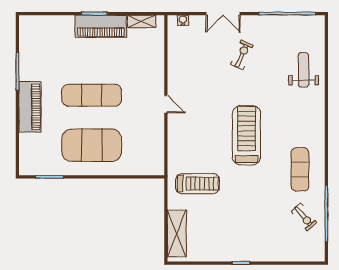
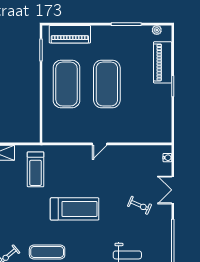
shelving: (142, 21) -> (166, 124), removed
piano: (101, 26) -> (163, 62), moved
plant: (25, 33) -> (157, 30), added
exercise mat: (92, 95) -> (107, 84), width x1.47
piano: (30, 107) -> (70, 34), moved

